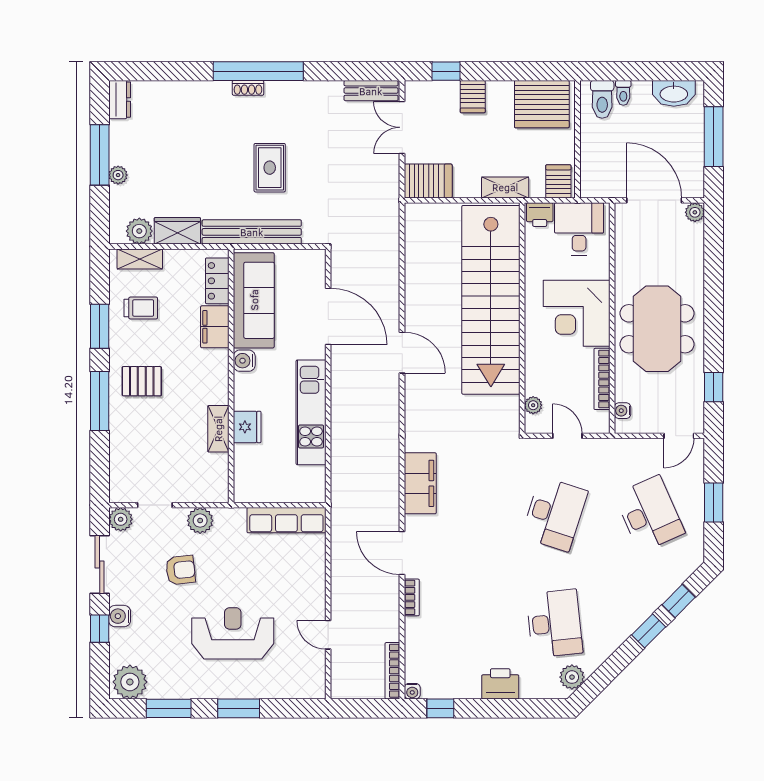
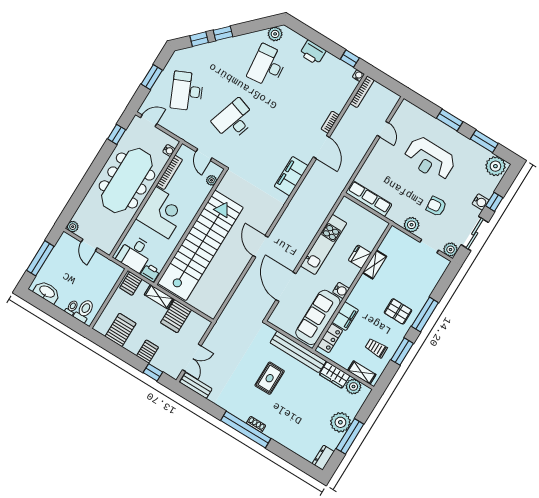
server rack: (542, 104) -> (121, 330), width x0.62
plant: (118, 175) -> (340, 422), width x1.87, depth x1.87
server rack: (428, 181) -> (176, 316), moved, turned -90
door: (654, 200) -> (89, 245), width x0.53
meeting table: (657, 329) -> (127, 180), width x1.36

